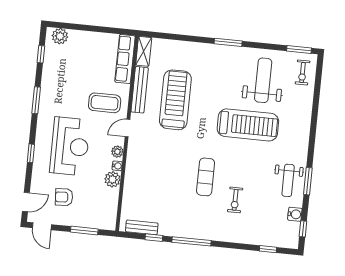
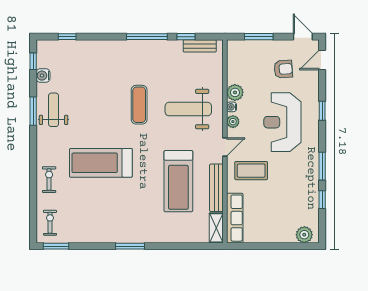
window: (41, 54) -> (322, 200), moved
weight bench: (263, 80) -> (188, 109), moved, turned 90
exercise bike: (235, 200) -> (49, 180), moved

